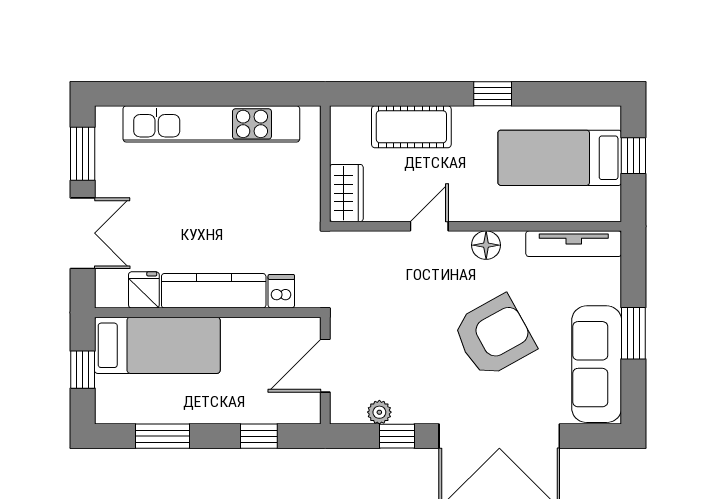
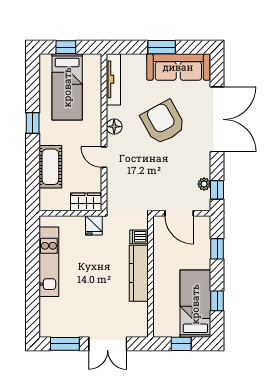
kitchen unit: (211, 124) -> (49, 262), width x0.73
double door: (83, 233) -> (108, 344), swing flipped
fridge: (144, 290) -> (94, 225), moved, turned -90
bed: (157, 345) -> (195, 304), moved
window: (163, 436) -> (217, 301), width x0.67
window: (397, 436) -> (217, 190), moved

